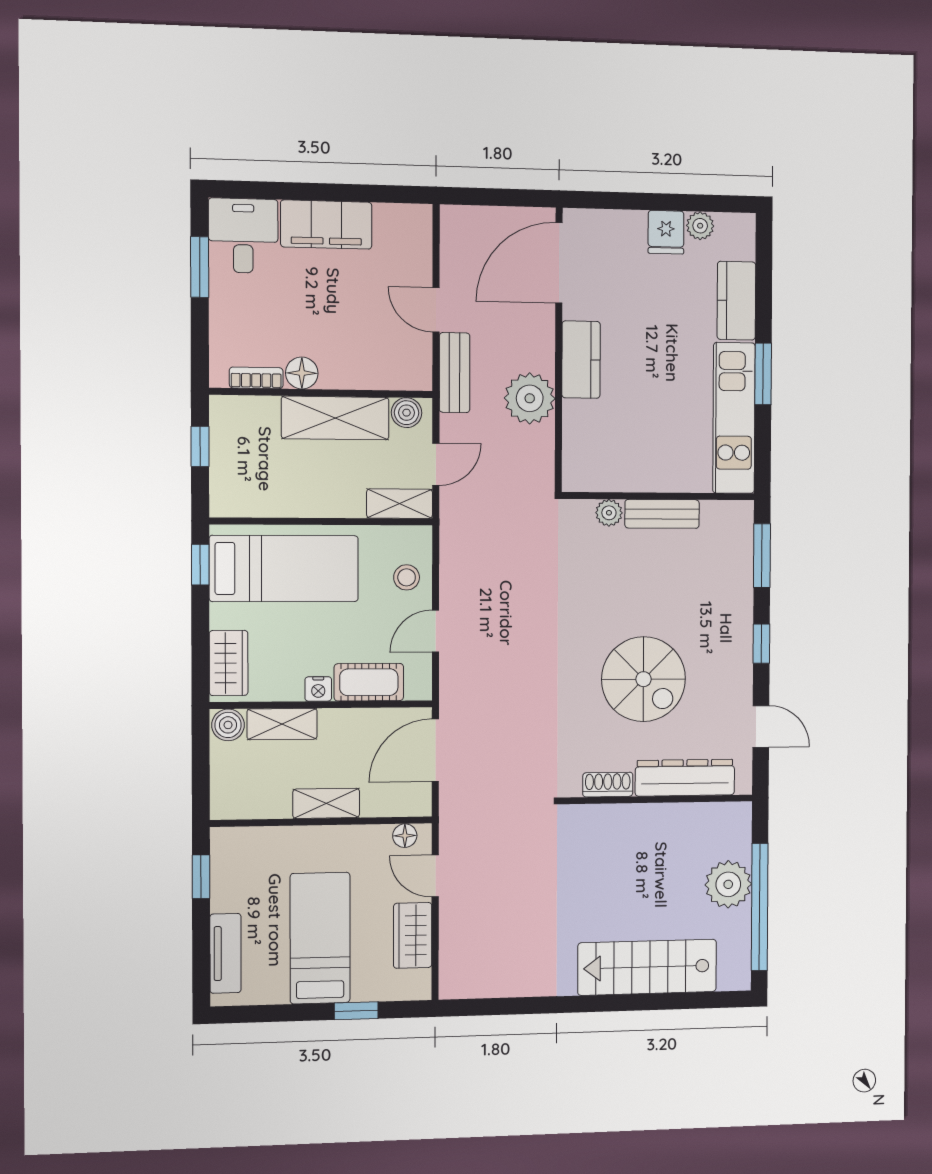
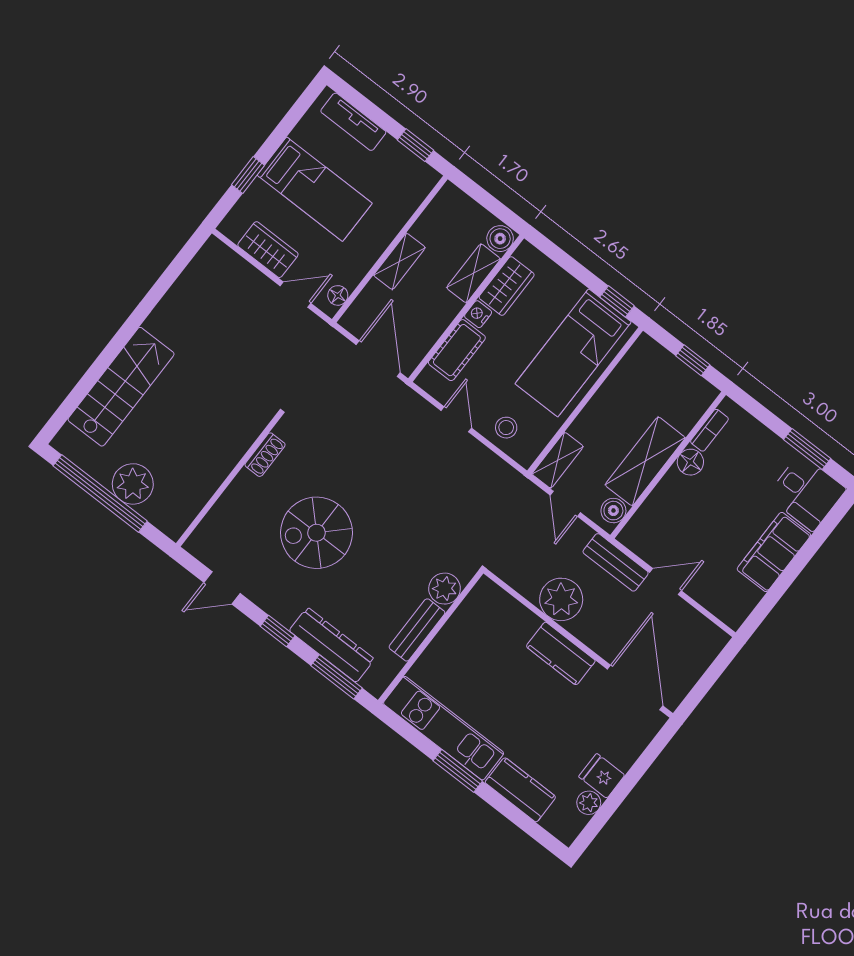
plant: (609, 513) -> (445, 589), width x1.38, depth x1.38
wardrobe: (229, 663) -> (507, 286), moved, turned -90
dresser: (685, 778) -> (332, 645), moved, turned -90

